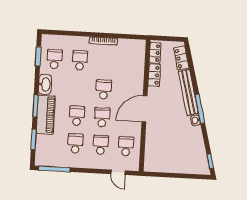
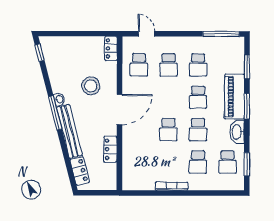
locker: (155, 53) -> (111, 48), moved
school desk: (102, 117) -> (198, 130), moved
stool: (168, 130) -> (91, 86), added

